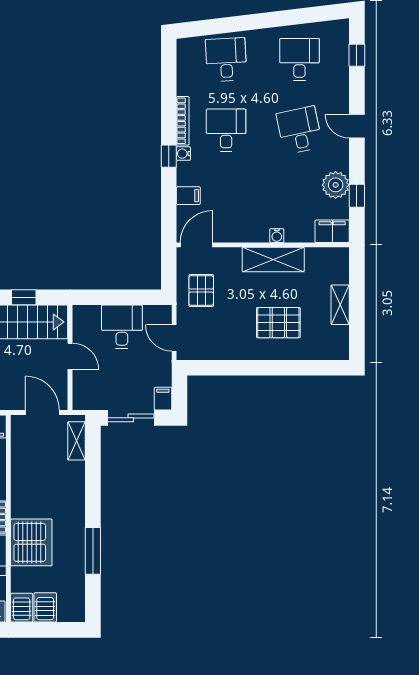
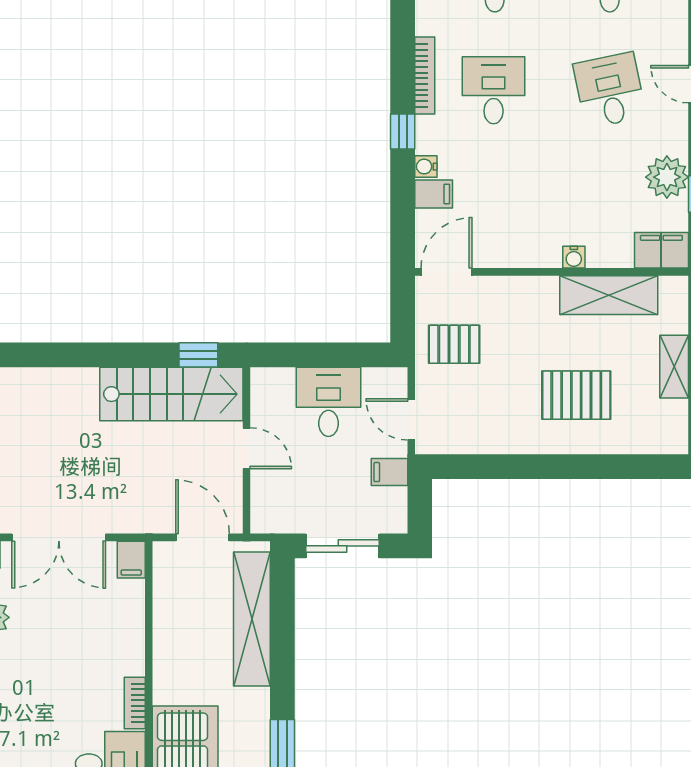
water cooler: (183, 154) -> (426, 167), moved
shelving: (273, 259) -> (609, 295), moved
pallet: (201, 291) -> (454, 344), turned 90
window: (24, 297) -> (198, 355), moved
filing cabinet: (163, 399) -> (389, 472), moved, turned -90
shelving: (76, 441) -> (252, 619), width x2.20, depth x1.33

